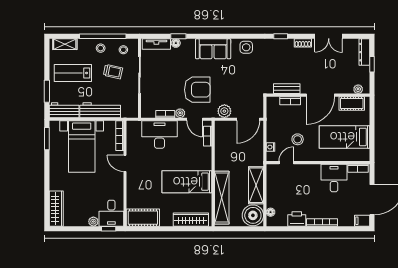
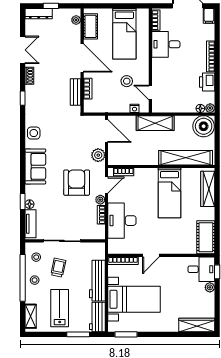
lab bench: (73, 73) -> (60, 308), turned 180
shelving: (256, 185) -> (155, 123), moved
plant: (271, 222) -> (210, 108), added

